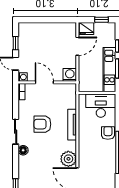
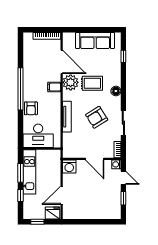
armchair: (42, 124) -> (97, 117), turned 148
sliding door: (16, 132) -> (123, 123), moved
filing cabinet: (85, 154) -> (54, 87), added
rug: (47, 158) -> (92, 83), added

